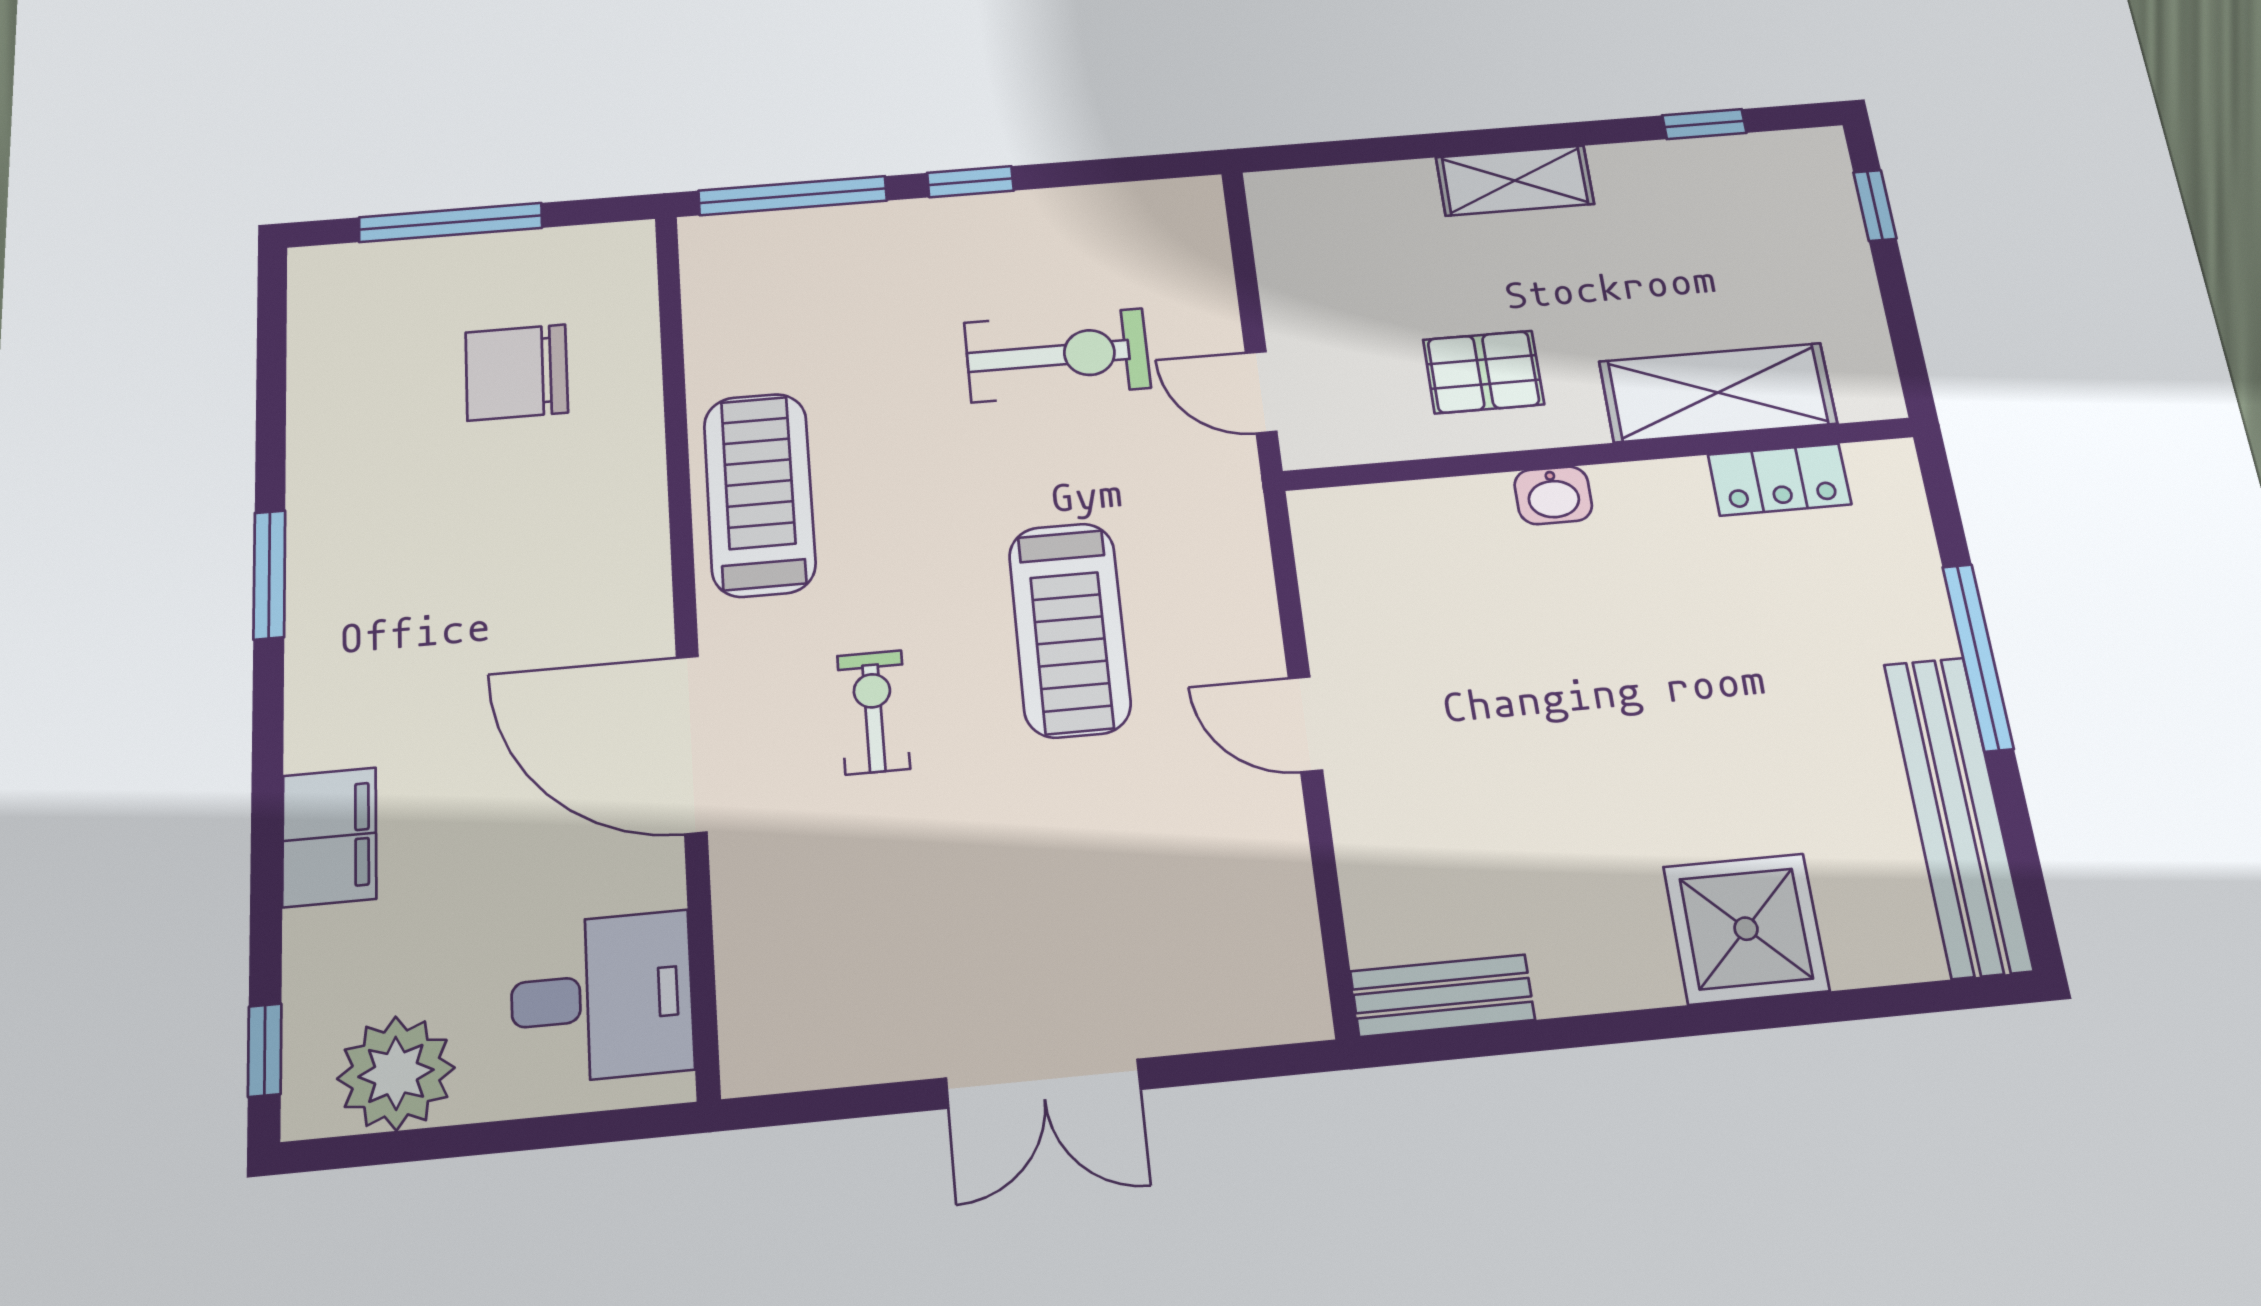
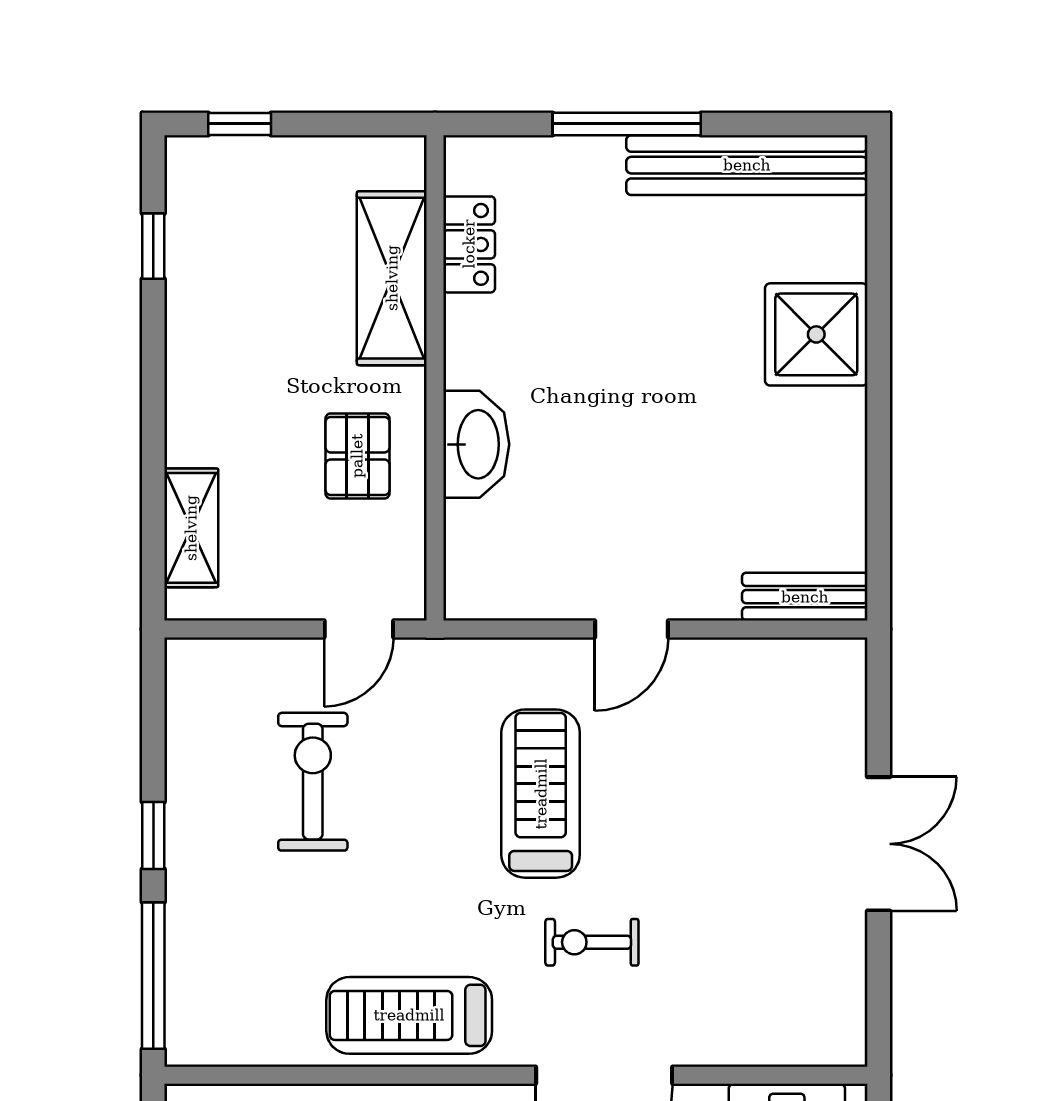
shelving: (1515, 181) -> (191, 528), moved
washbasin: (1553, 495) -> (476, 444), width x1.91, depth x1.45
treadmill: (1070, 629) -> (541, 794), turned -90
bench: (1442, 996) -> (805, 597), moved, turned 90

